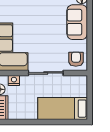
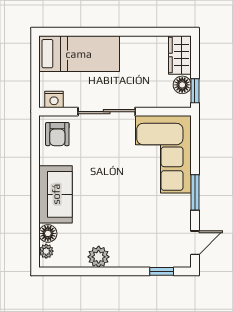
nightstand: (14, 80) -> (54, 99), moved

